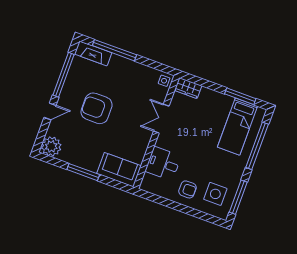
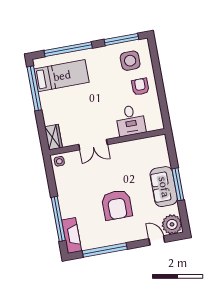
window: (240, 96) -> (34, 88), width x1.46
door: (50, 111) -> (157, 240), moved
sofa: (119, 170) -> (164, 187), moved

